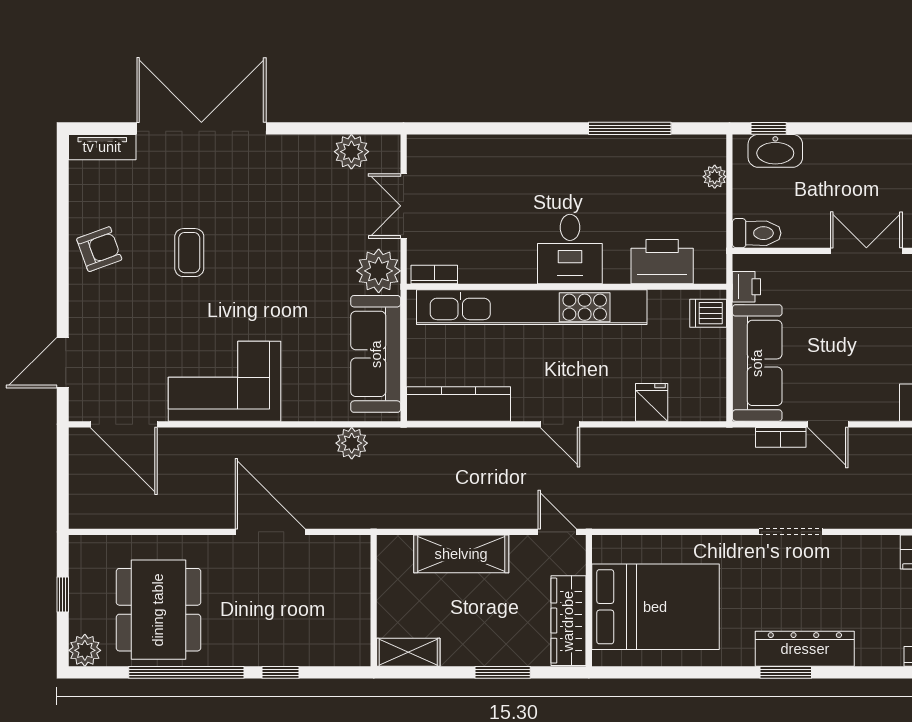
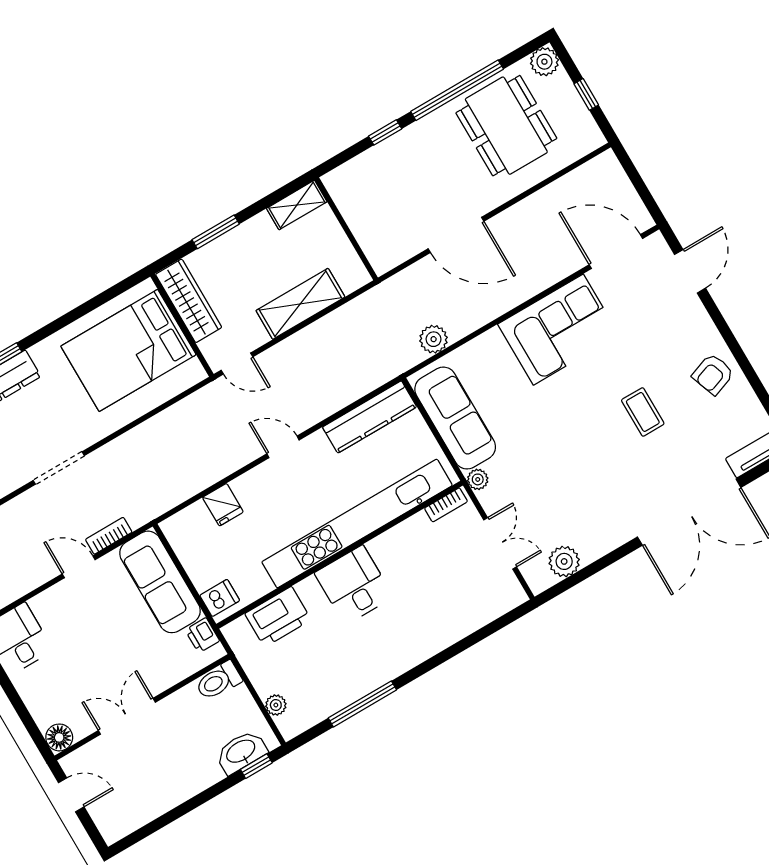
double door: (866, 251) -> (127, 716), swing flipped
plant: (379, 271) -> (478, 479), width x0.53, depth x0.53

